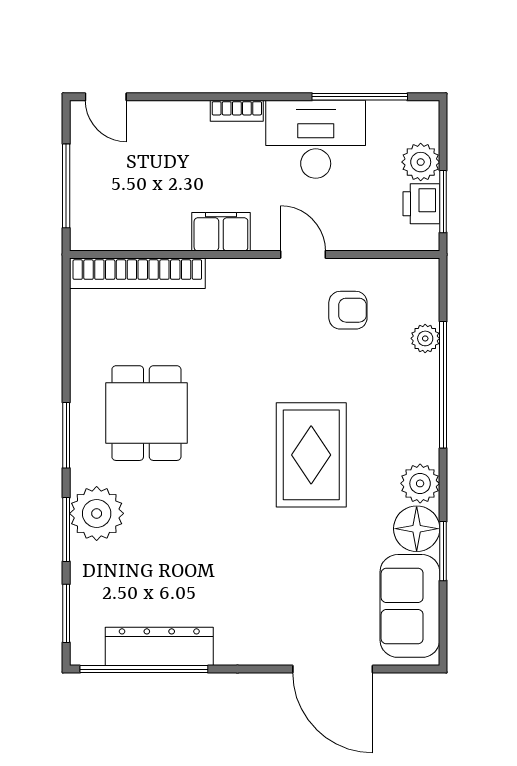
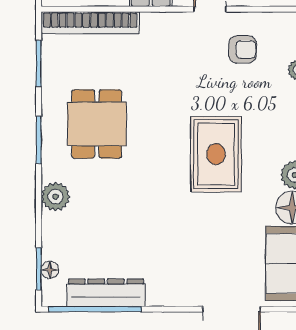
plant: (97, 513) -> (55, 197), width x0.73, depth x0.73
window: (66, 529) -> (39, 63), moved
floor lamp: (82, 615) -> (50, 270), added

